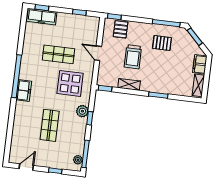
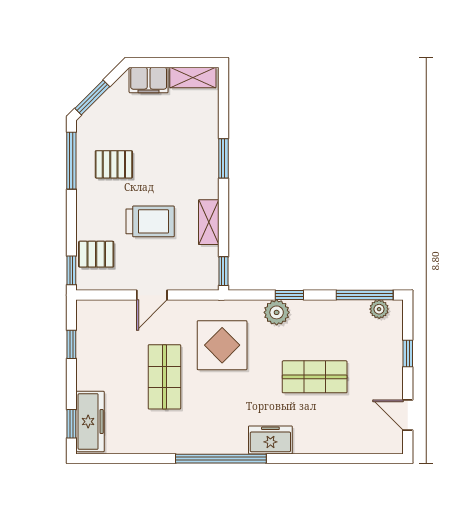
pallet: (162, 43) -> (114, 164), turned 90
freezer: (24, 90) -> (270, 440), moved

